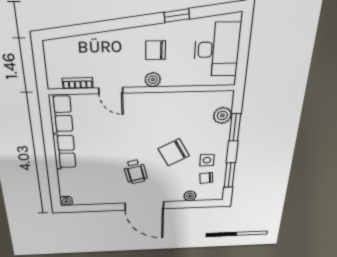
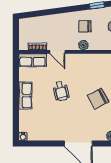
row of seats: (61, 114) -> (33, 60), moved, turned 90
wheelchair: (135, 172) -> (61, 91), moved

